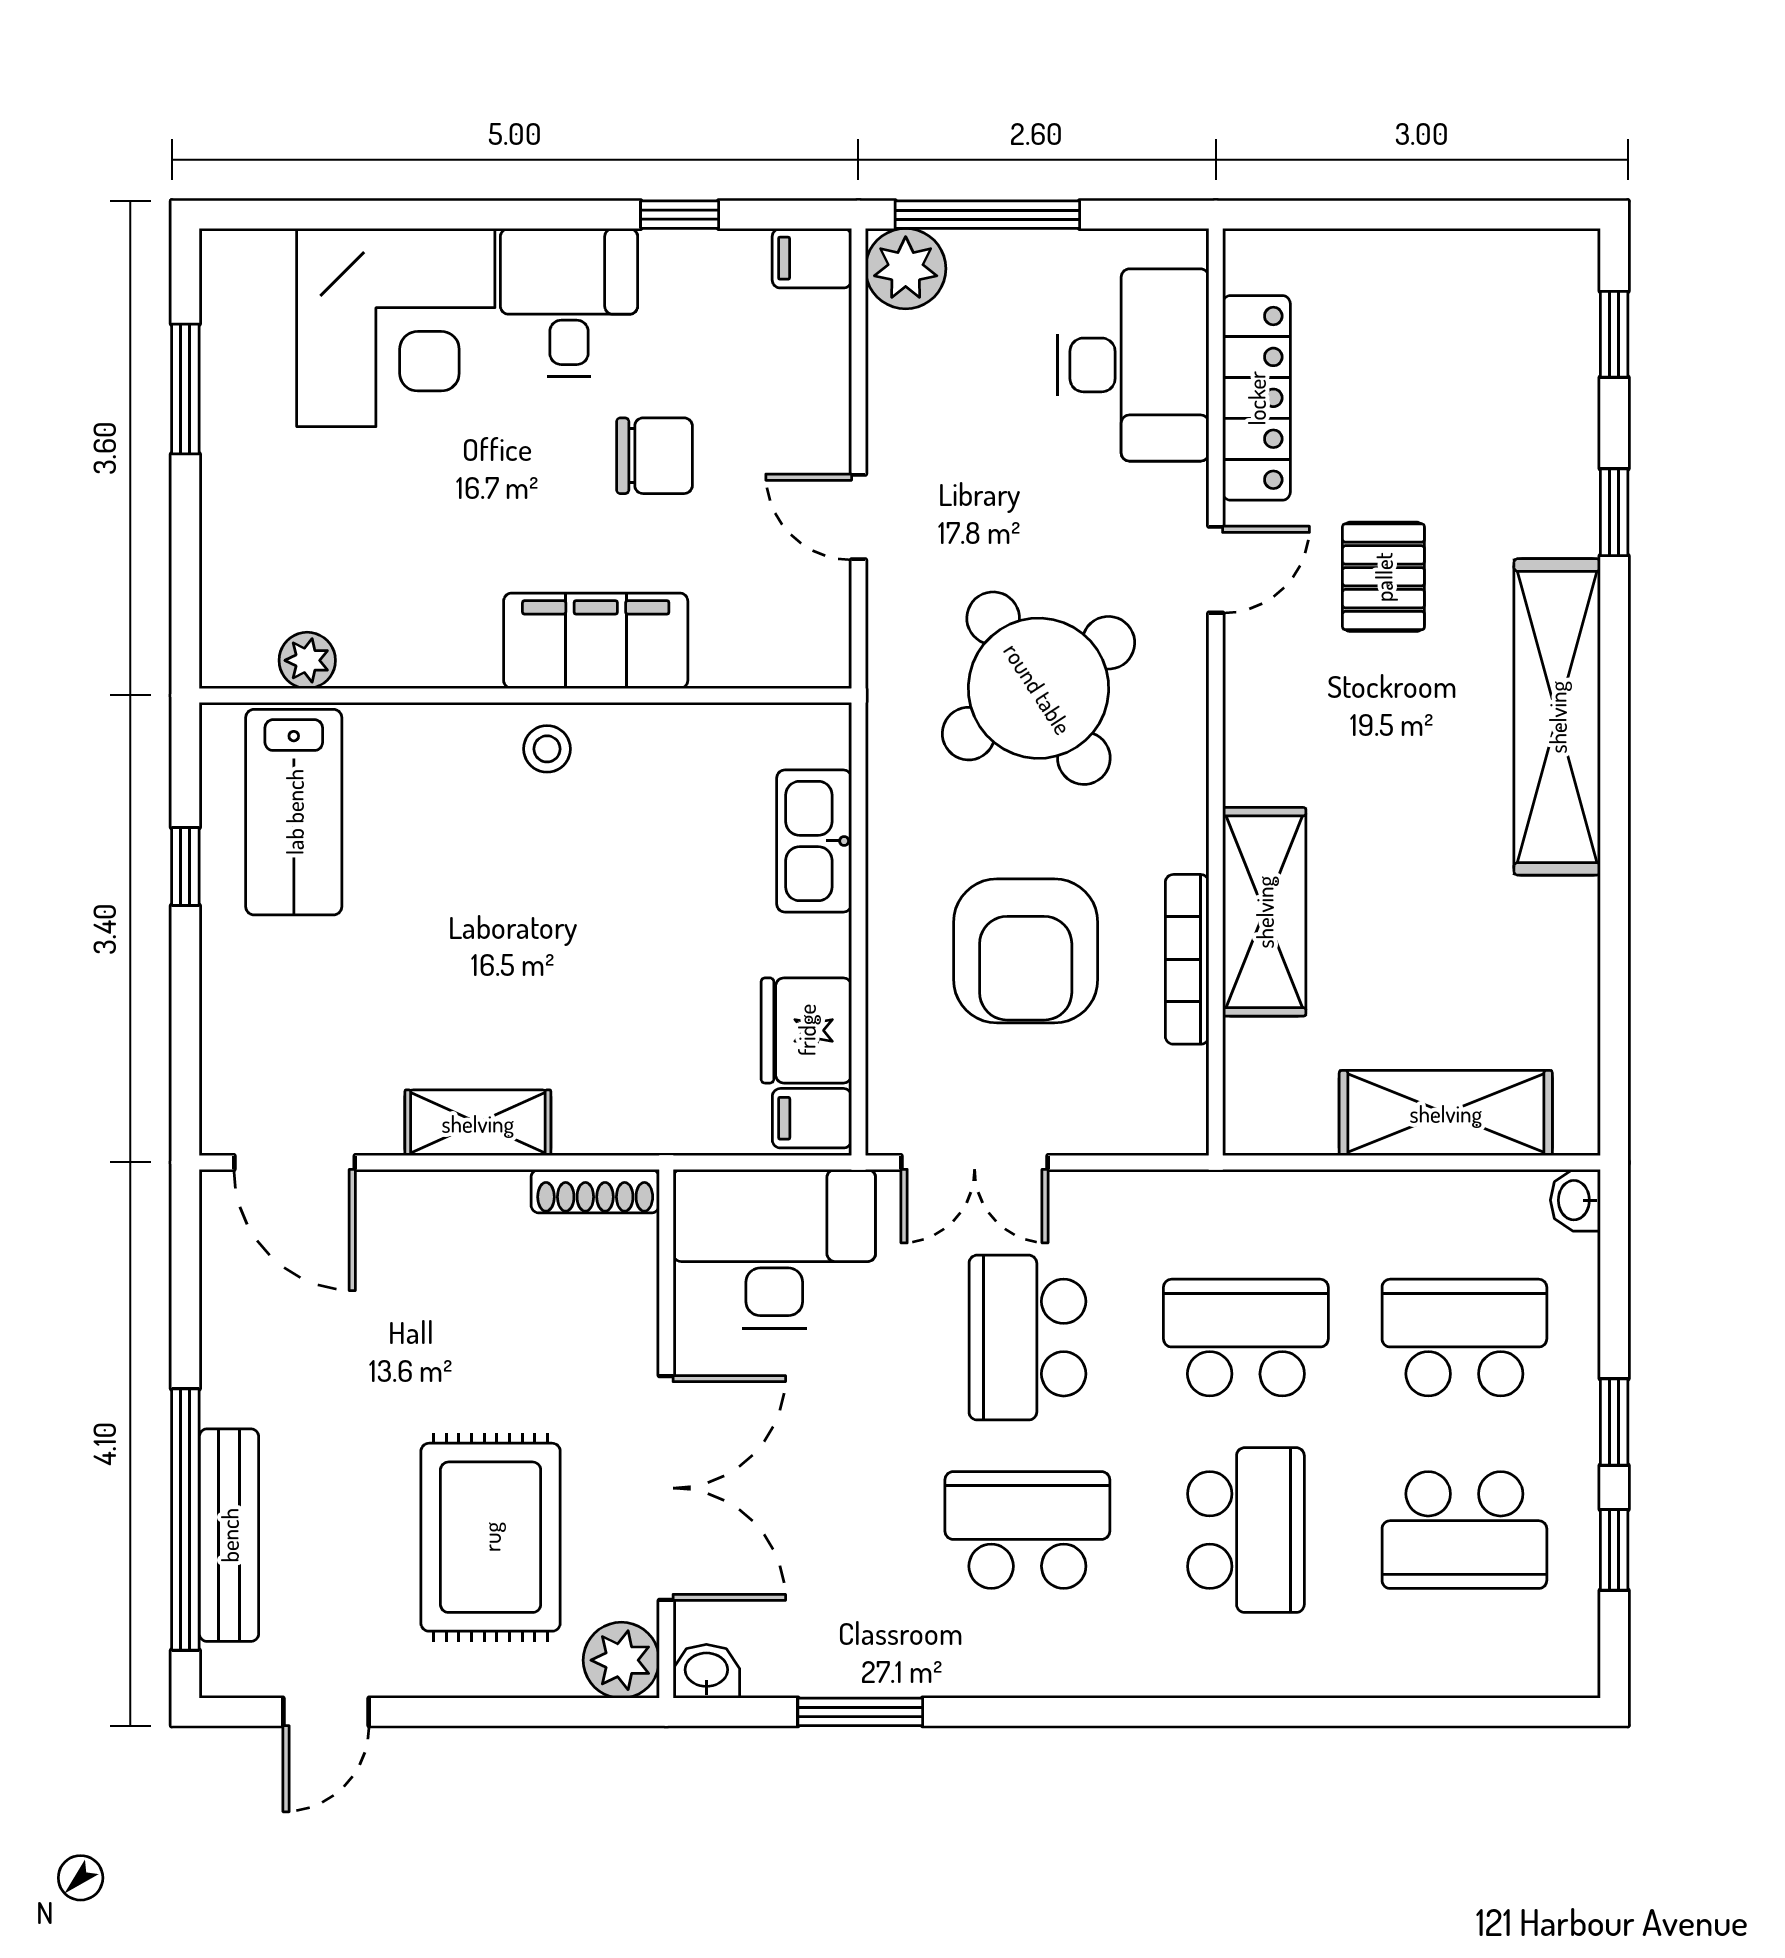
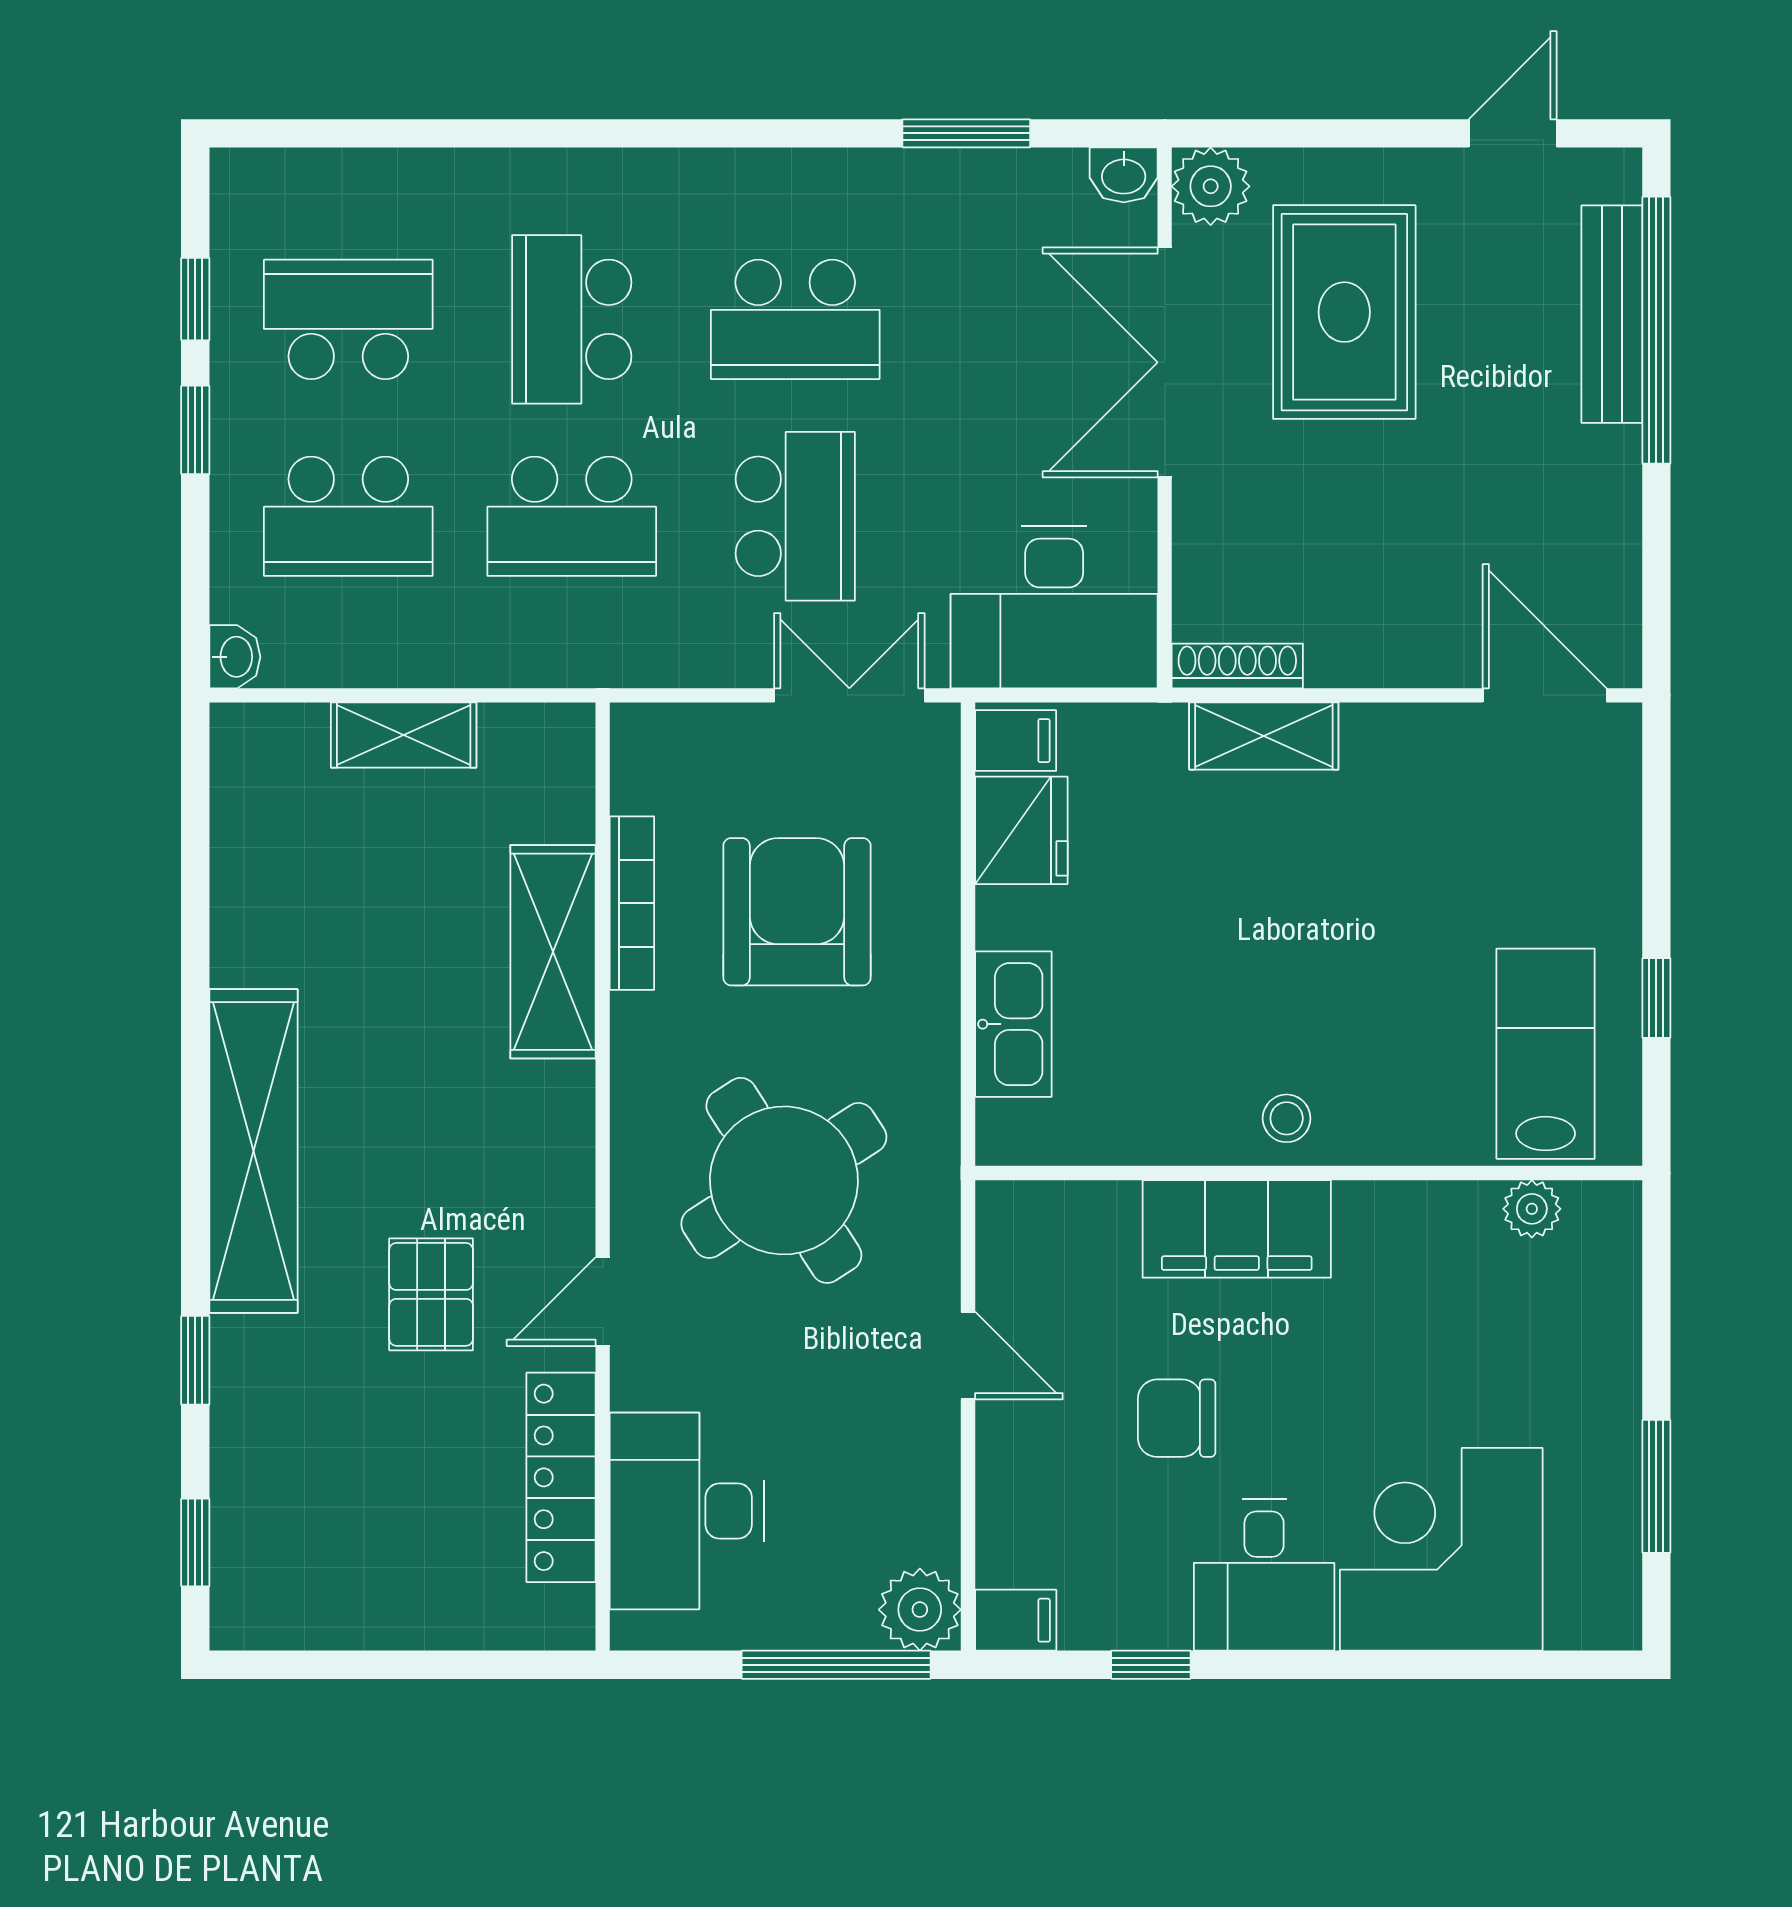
shelving: (1446, 1113) -> (404, 735), width x0.67, depth x0.75
shelving: (478, 1123) -> (1264, 736), moved

